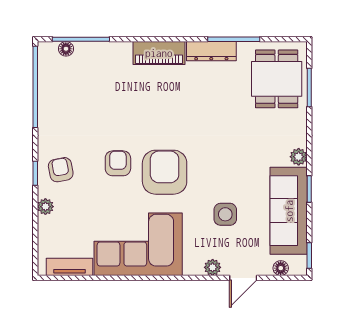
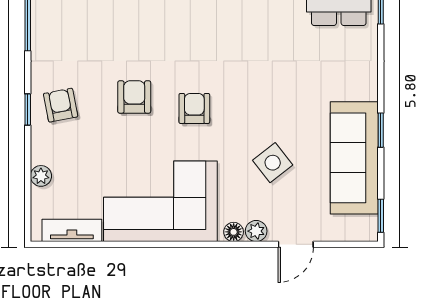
plant: (299, 157) -> (367, 88), removed
armchair: (165, 172) -> (194, 108), width x0.53, depth x0.53
plant: (45, 207) -> (41, 176), moved
side table: (225, 214) -> (273, 163), turned -38
floor lamp: (281, 268) -> (234, 232), moved

